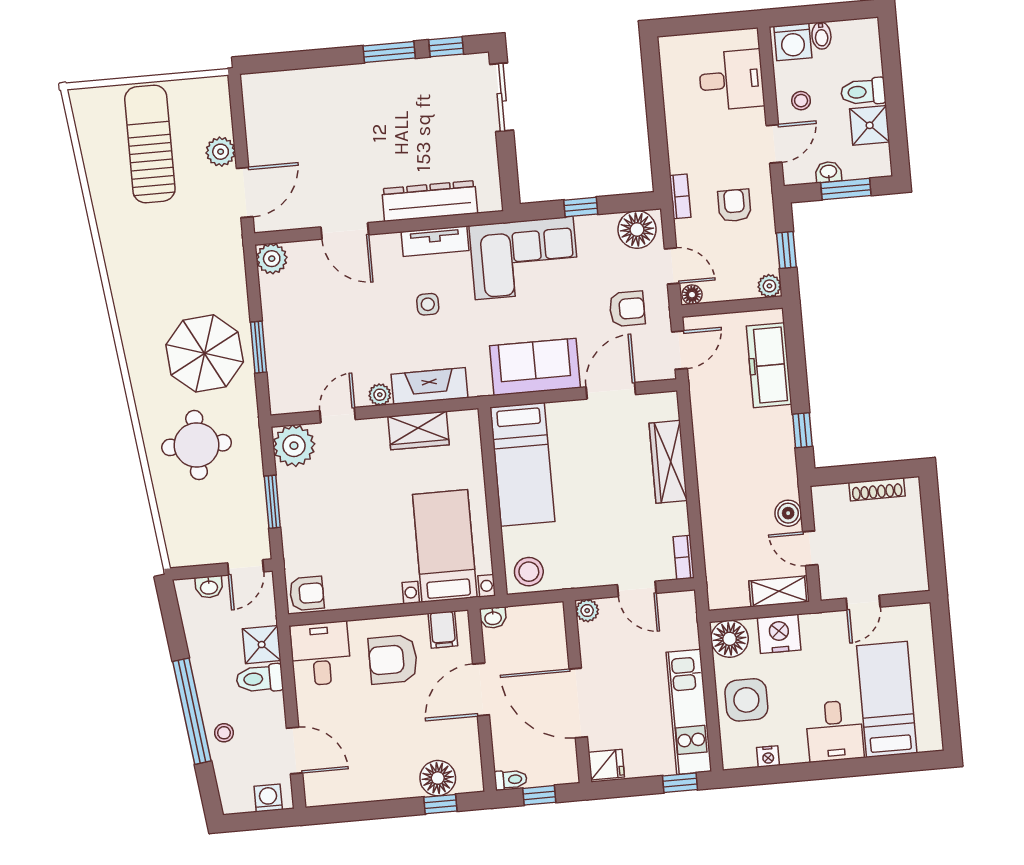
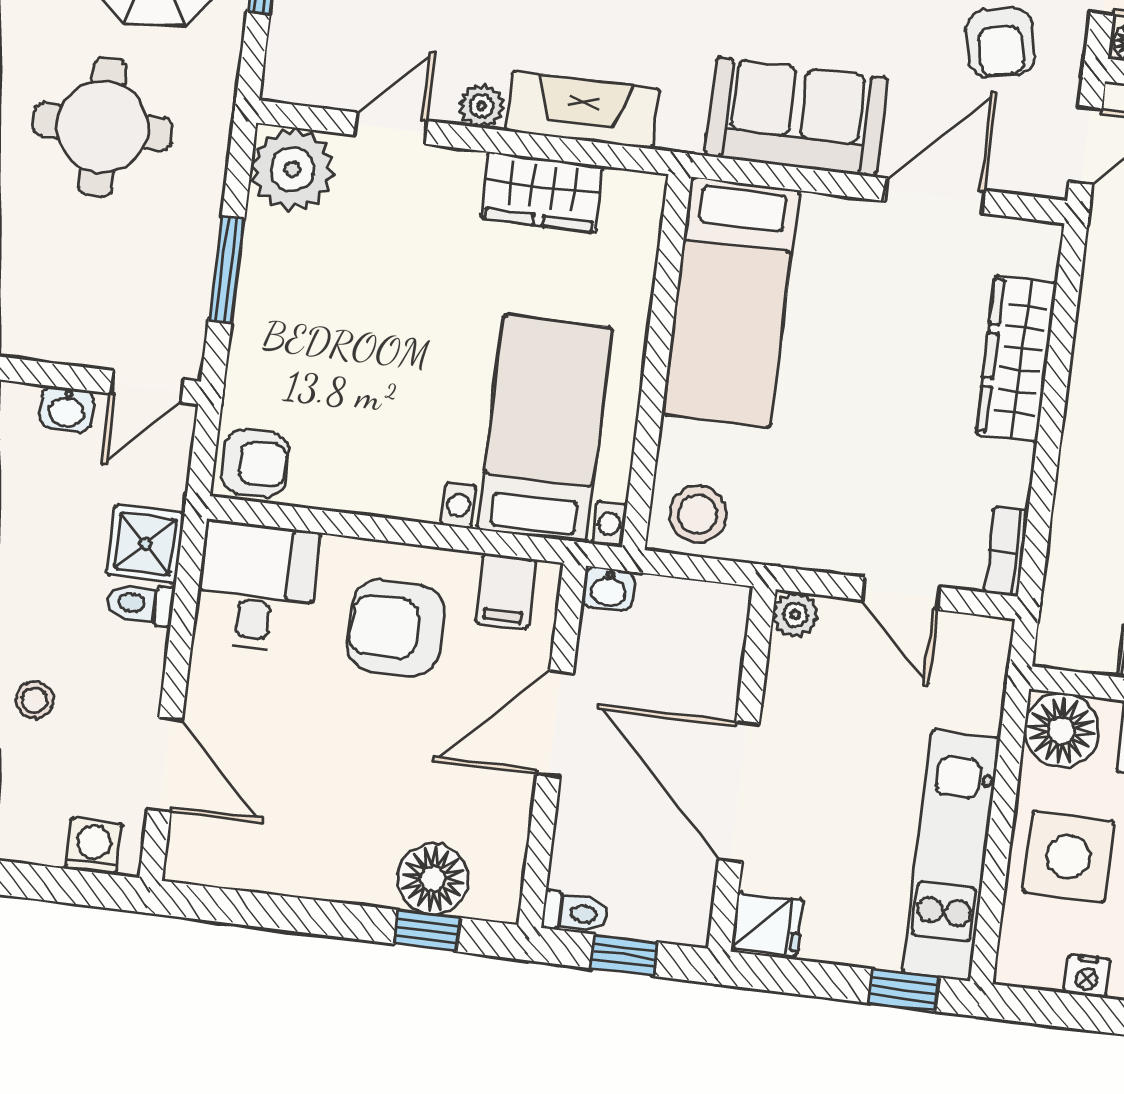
armchair: (627, 309) -> (1001, 43), turned 79
toilet: (260, 679) -> (141, 604), width x0.73, depth x0.72

